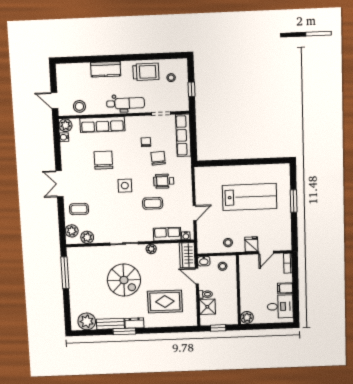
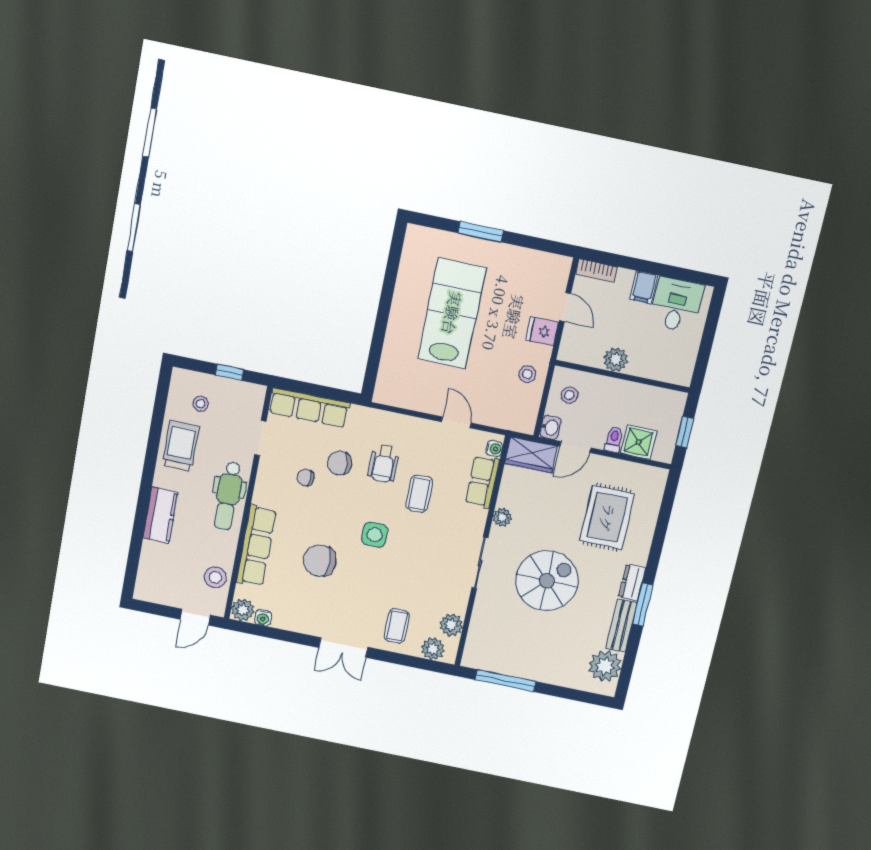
dental chair: (126, 103) -> (228, 496), turned 180
plant: (247, 317) -> (616, 360), moved

